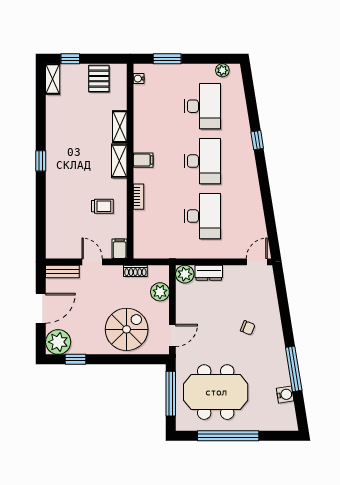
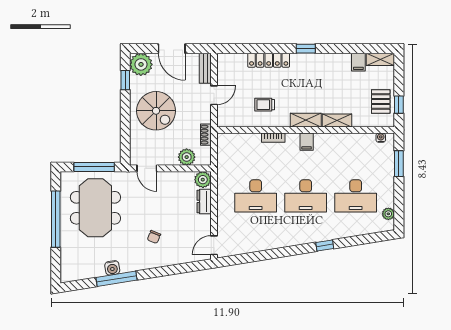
window: (70, 59) -> (399, 105), moved
pallet: (99, 79) -> (381, 101), turned 90
locker: (54, 202) -> (269, 60), added
trolley: (102, 206) -> (265, 105), turned 90
filing cabinet: (120, 249) -> (358, 62), moved, turned 90
door: (257, 262) -> (214, 245), swing flipped
spiral stairs: (127, 329) -> (156, 111), moved
water cooler: (285, 395) -> (112, 268), moved

